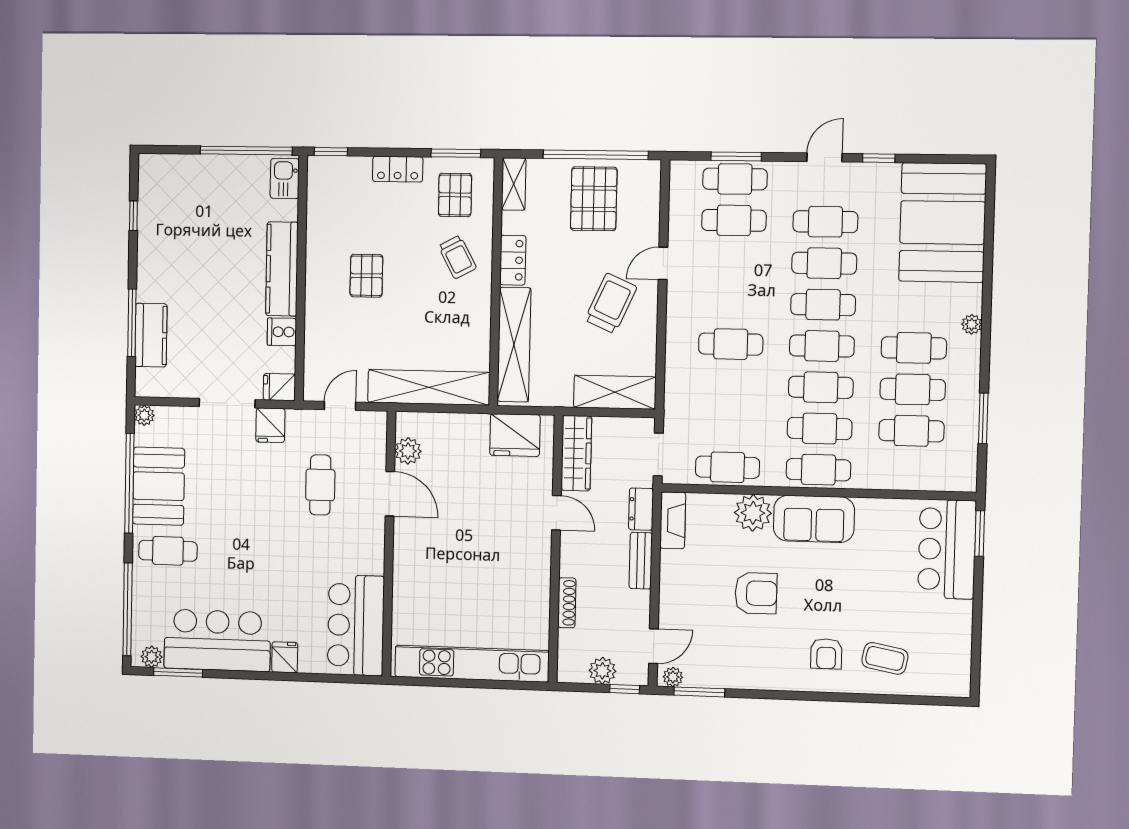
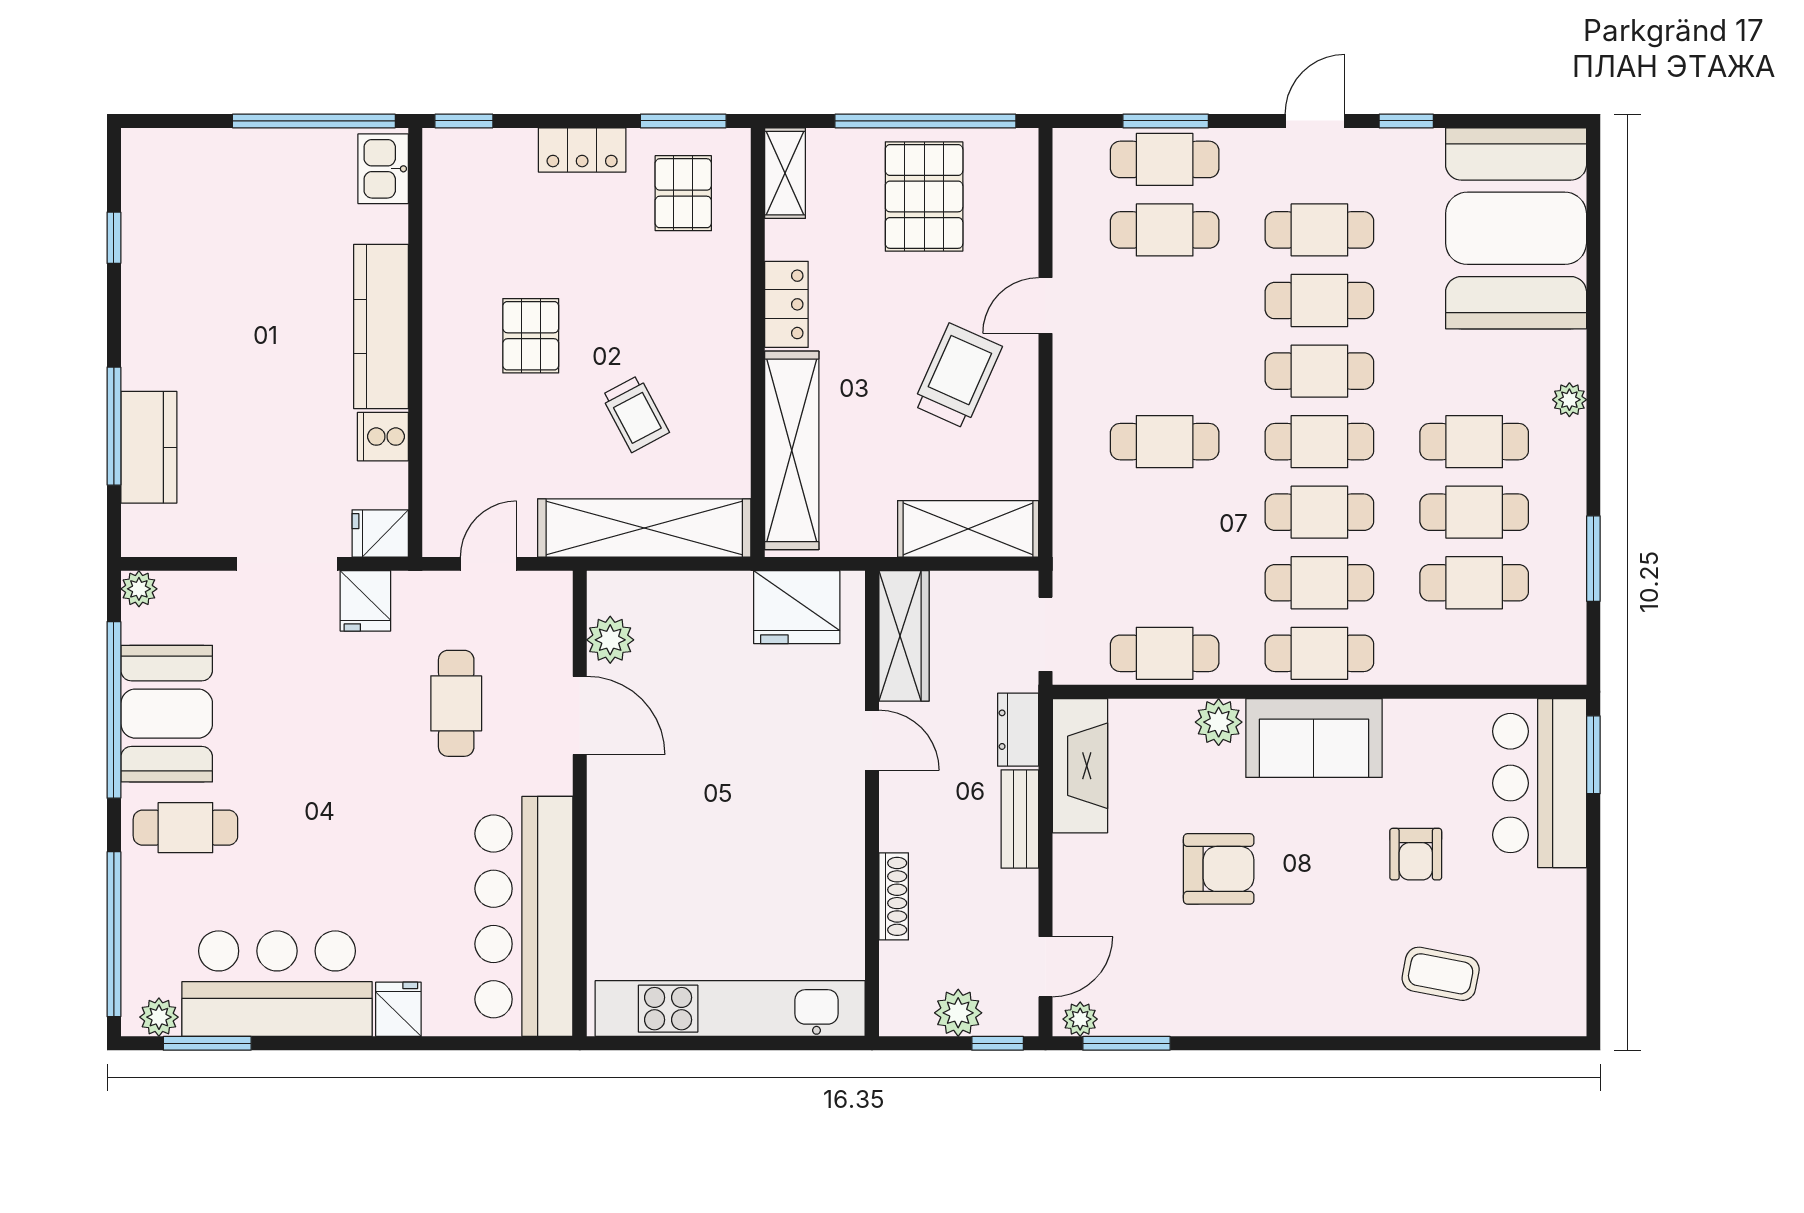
trolley: (457, 257) -> (635, 414), moved
plant: (753, 513) -> (1219, 722), width x0.73, depth x0.73
fireplace: (673, 520) -> (1080, 766), width x1.37, depth x1.32
bar counter: (356, 625) -> (524, 916), width x1.36
armchair: (826, 654) -> (1416, 854), moved

